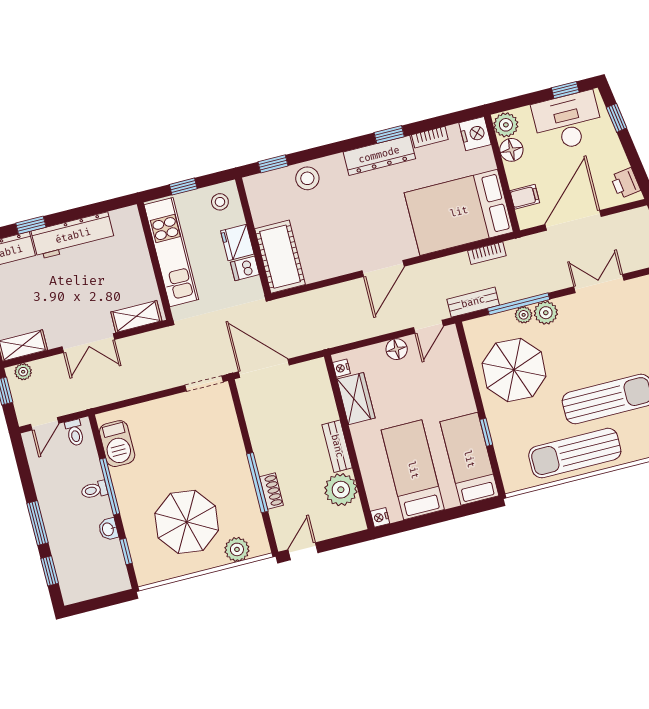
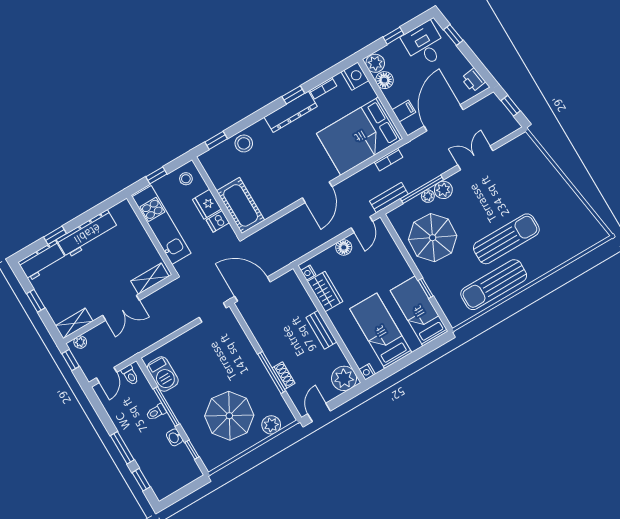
window: (565, 90) -> (394, 36), moved
desk: (568, 121) -> (424, 44), width x0.73
plant: (341, 490) -> (344, 378), moved

